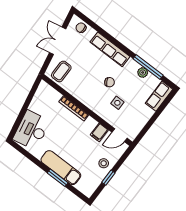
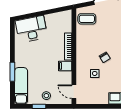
filing cabinet: (99, 132) -> (65, 66), moved
exam couch: (61, 168) -> (21, 86), moved

